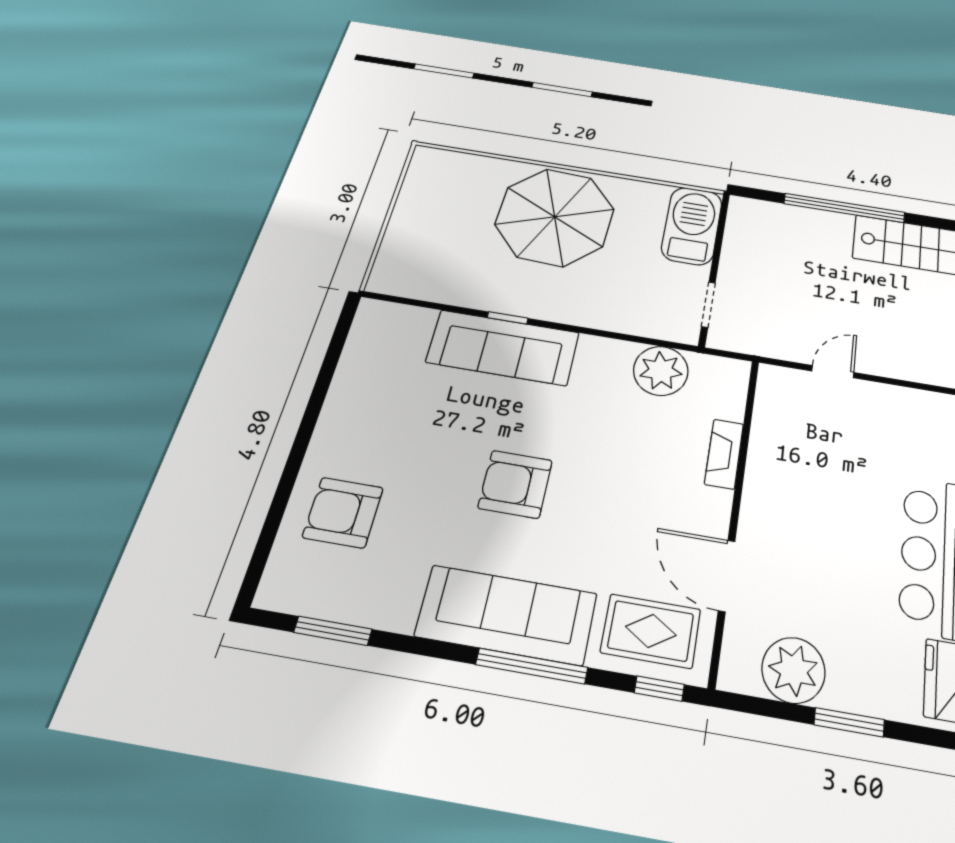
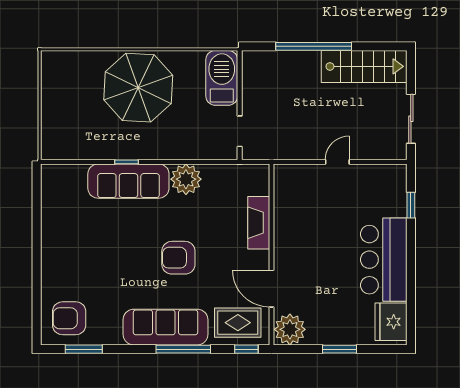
plant: (661, 371) -> (186, 179), moved
door: (833, 372) -> (337, 162), moved
fireplace: (724, 454) -> (259, 223), width x1.37, depth x1.32
armchair: (515, 484) -> (178, 258), moved
armchair: (343, 512) -> (69, 318), moved
plant: (793, 670) -> (290, 329), moved

